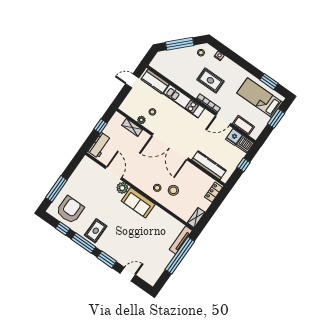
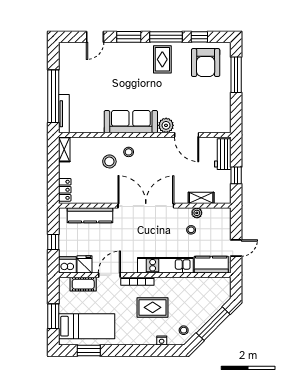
sofa: (138, 203) -> (131, 122), width x1.36

